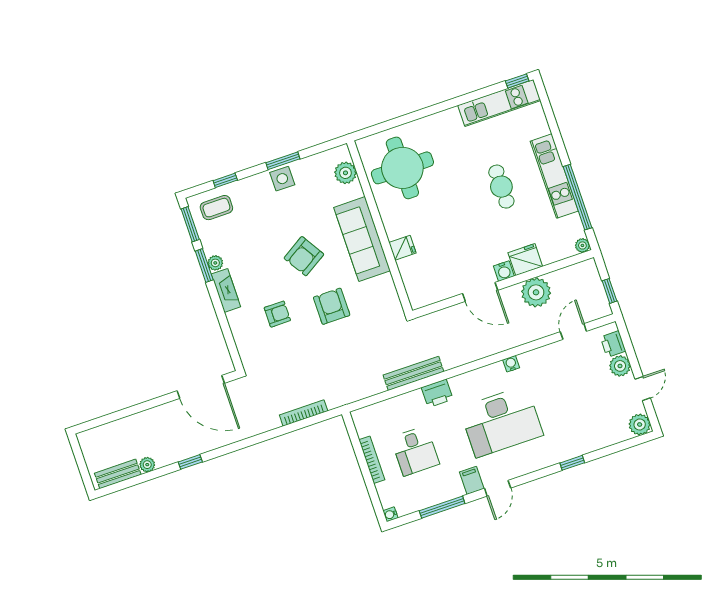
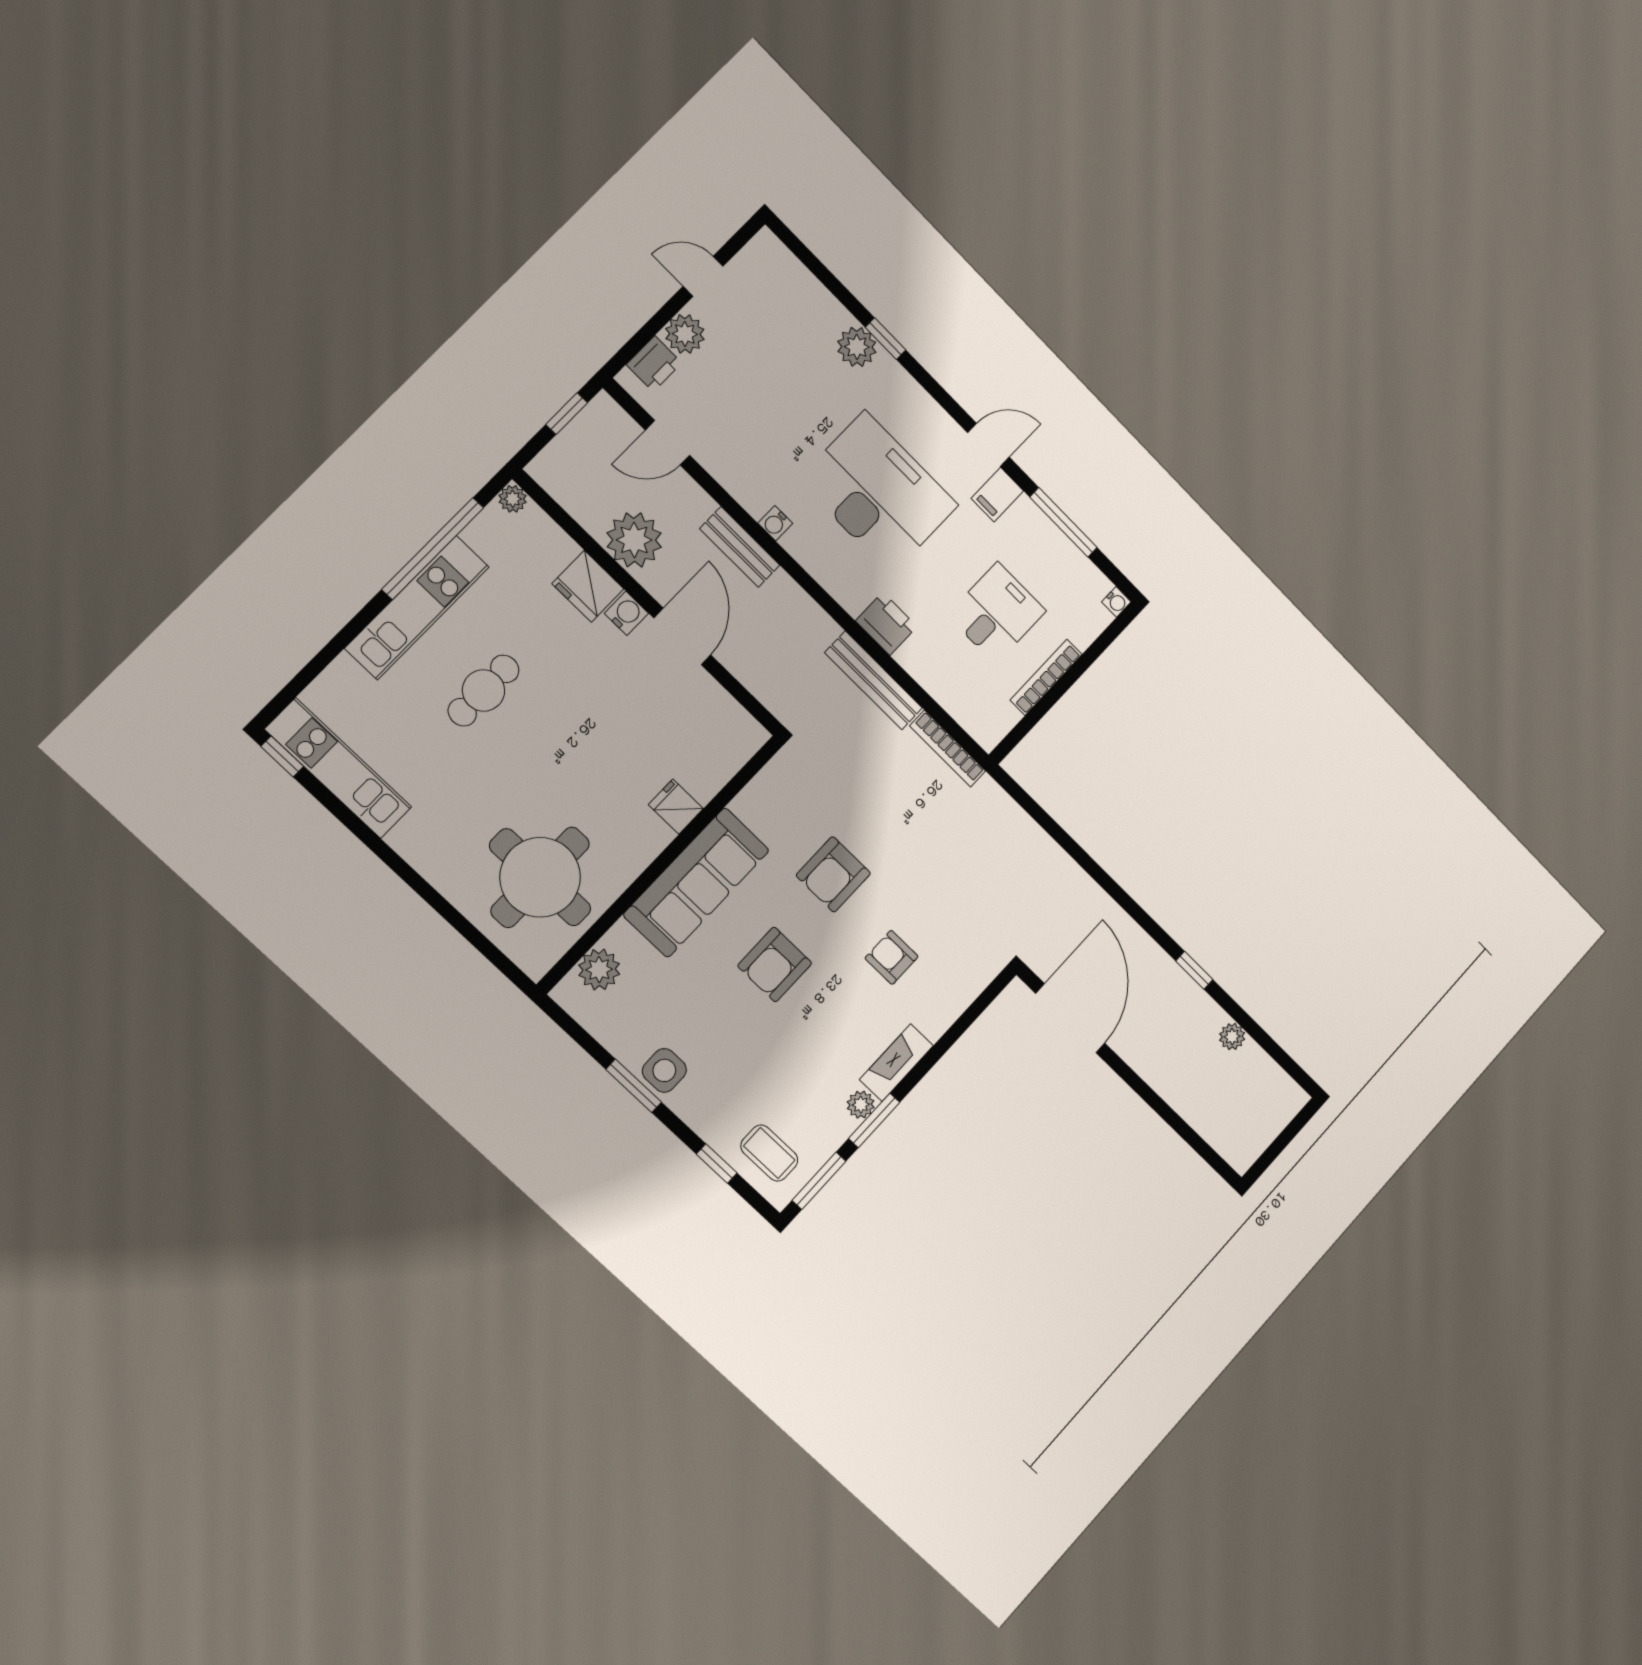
armchair: (304, 256) -> (775, 964), turned 122
bookcase: (304, 413) -> (948, 748), moved
plant: (640, 425) -> (857, 347), moved
bench: (118, 474) -> (740, 547), moved

